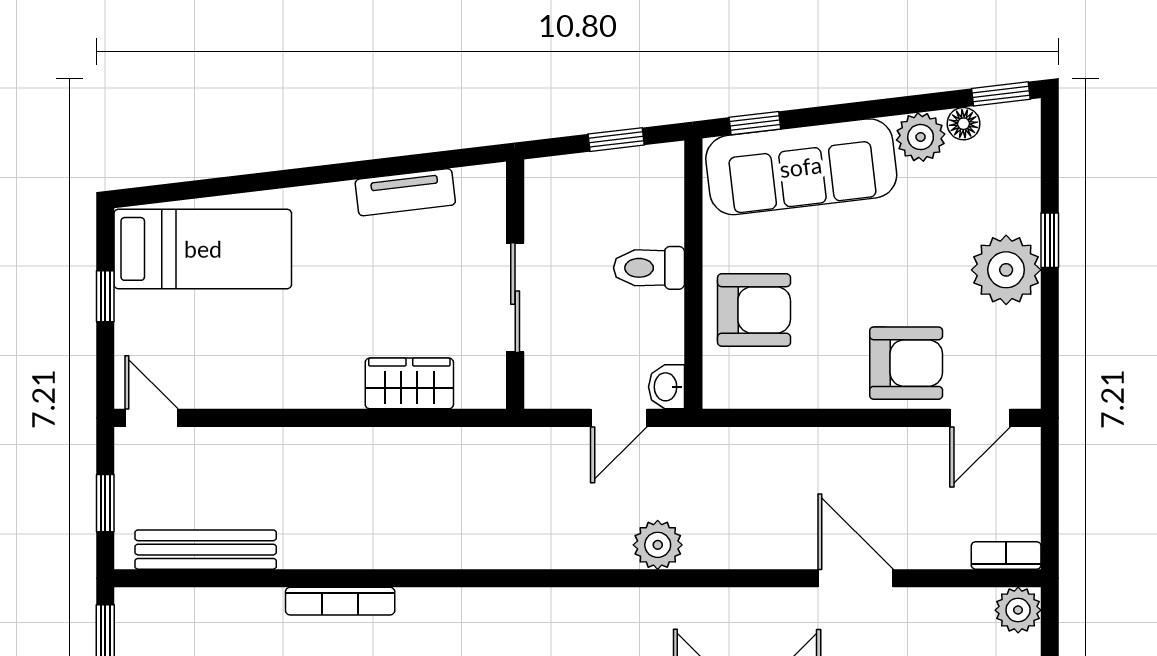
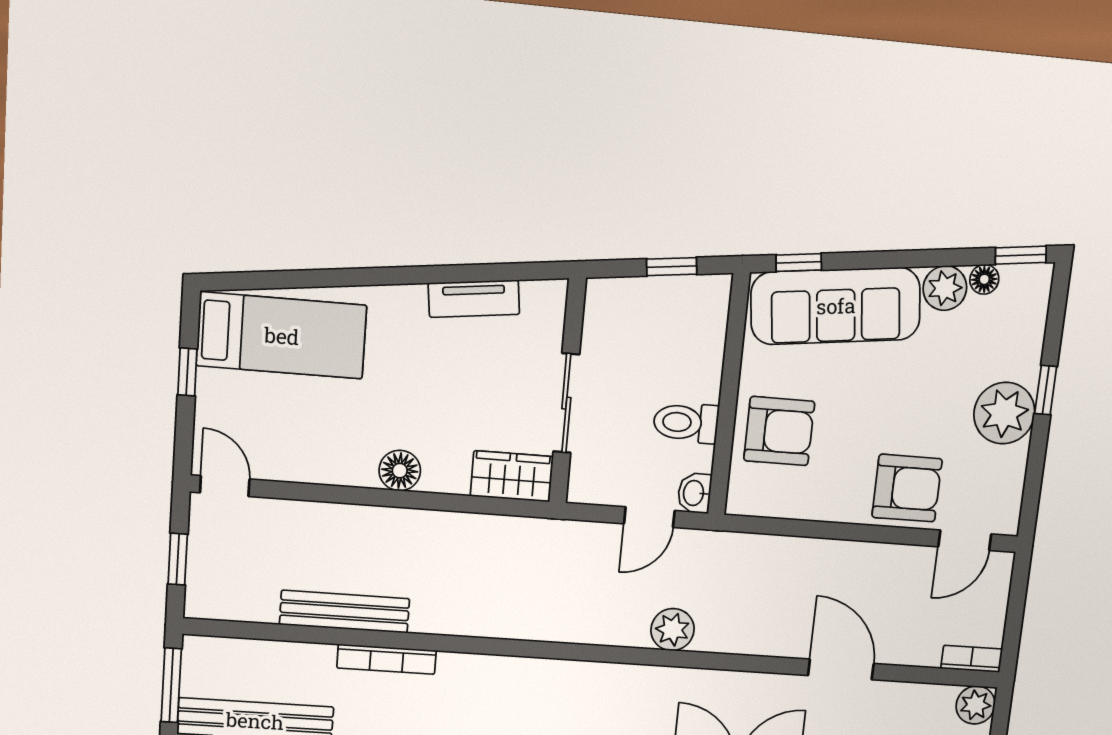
toilet: (649, 268) -> (686, 423), moved
wardrobe: (409, 383) -> (512, 476), moved
floor lamp: (339, 386) -> (400, 471), added
bench: (206, 550) -> (345, 612), moved

